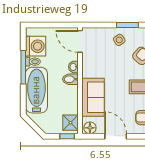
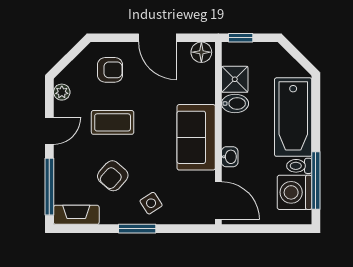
window: (23, 67) -> (316, 180), moved
bidet: (70, 79) -> (235, 103), moved
sofa: (93, 97) -> (196, 137), moved
shower: (70, 123) -> (235, 79), moved

